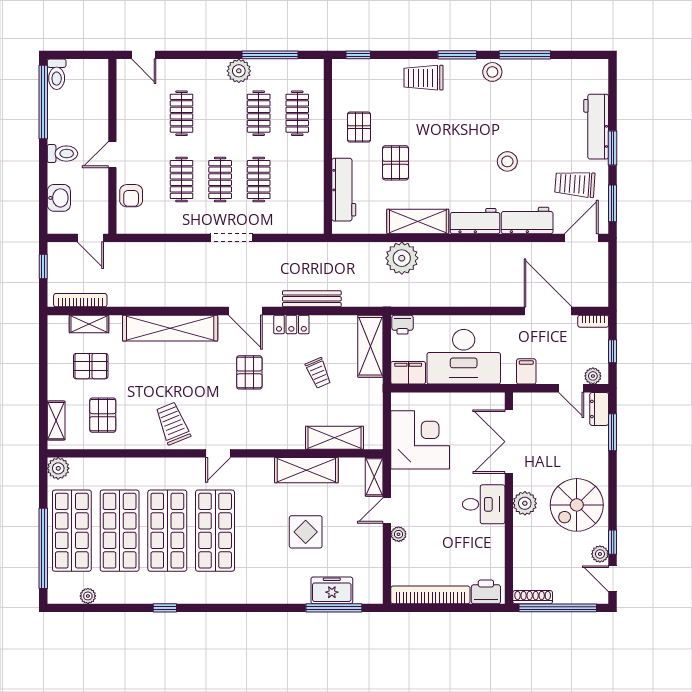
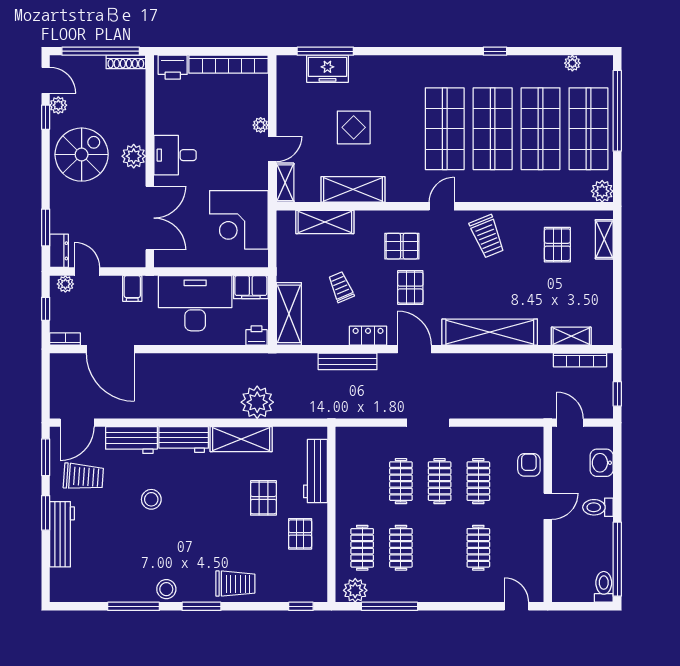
plant: (239, 71) -> (355, 590), moved
pallet: (91, 366) -> (402, 246), moved

